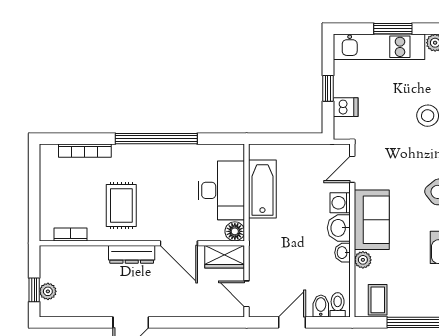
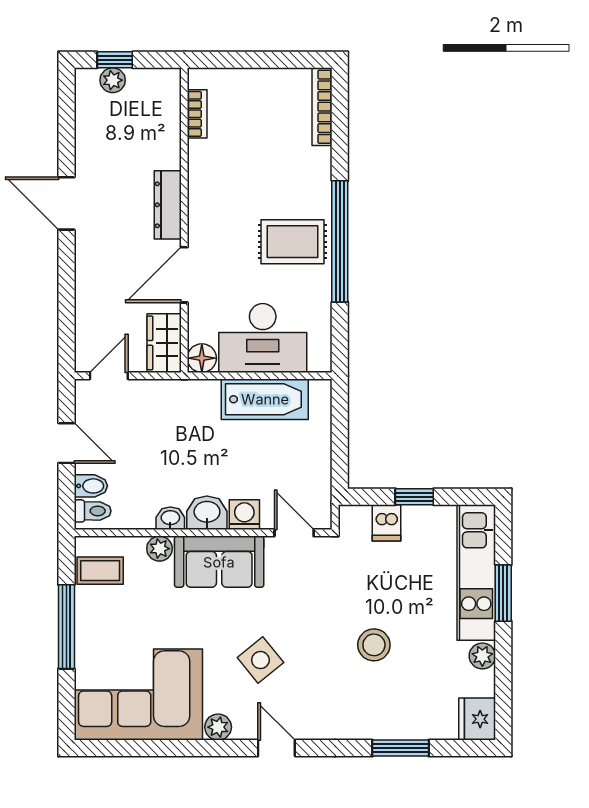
bookcase: (85, 151) -> (322, 107), moved
rug: (121, 205) -> (293, 242), moved

